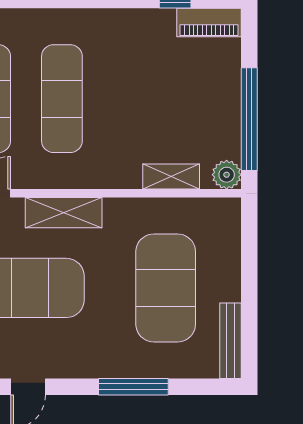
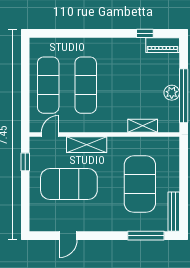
plant: (227, 175) -> (172, 93), moved
window: (133, 387) -> (146, 236), moved

